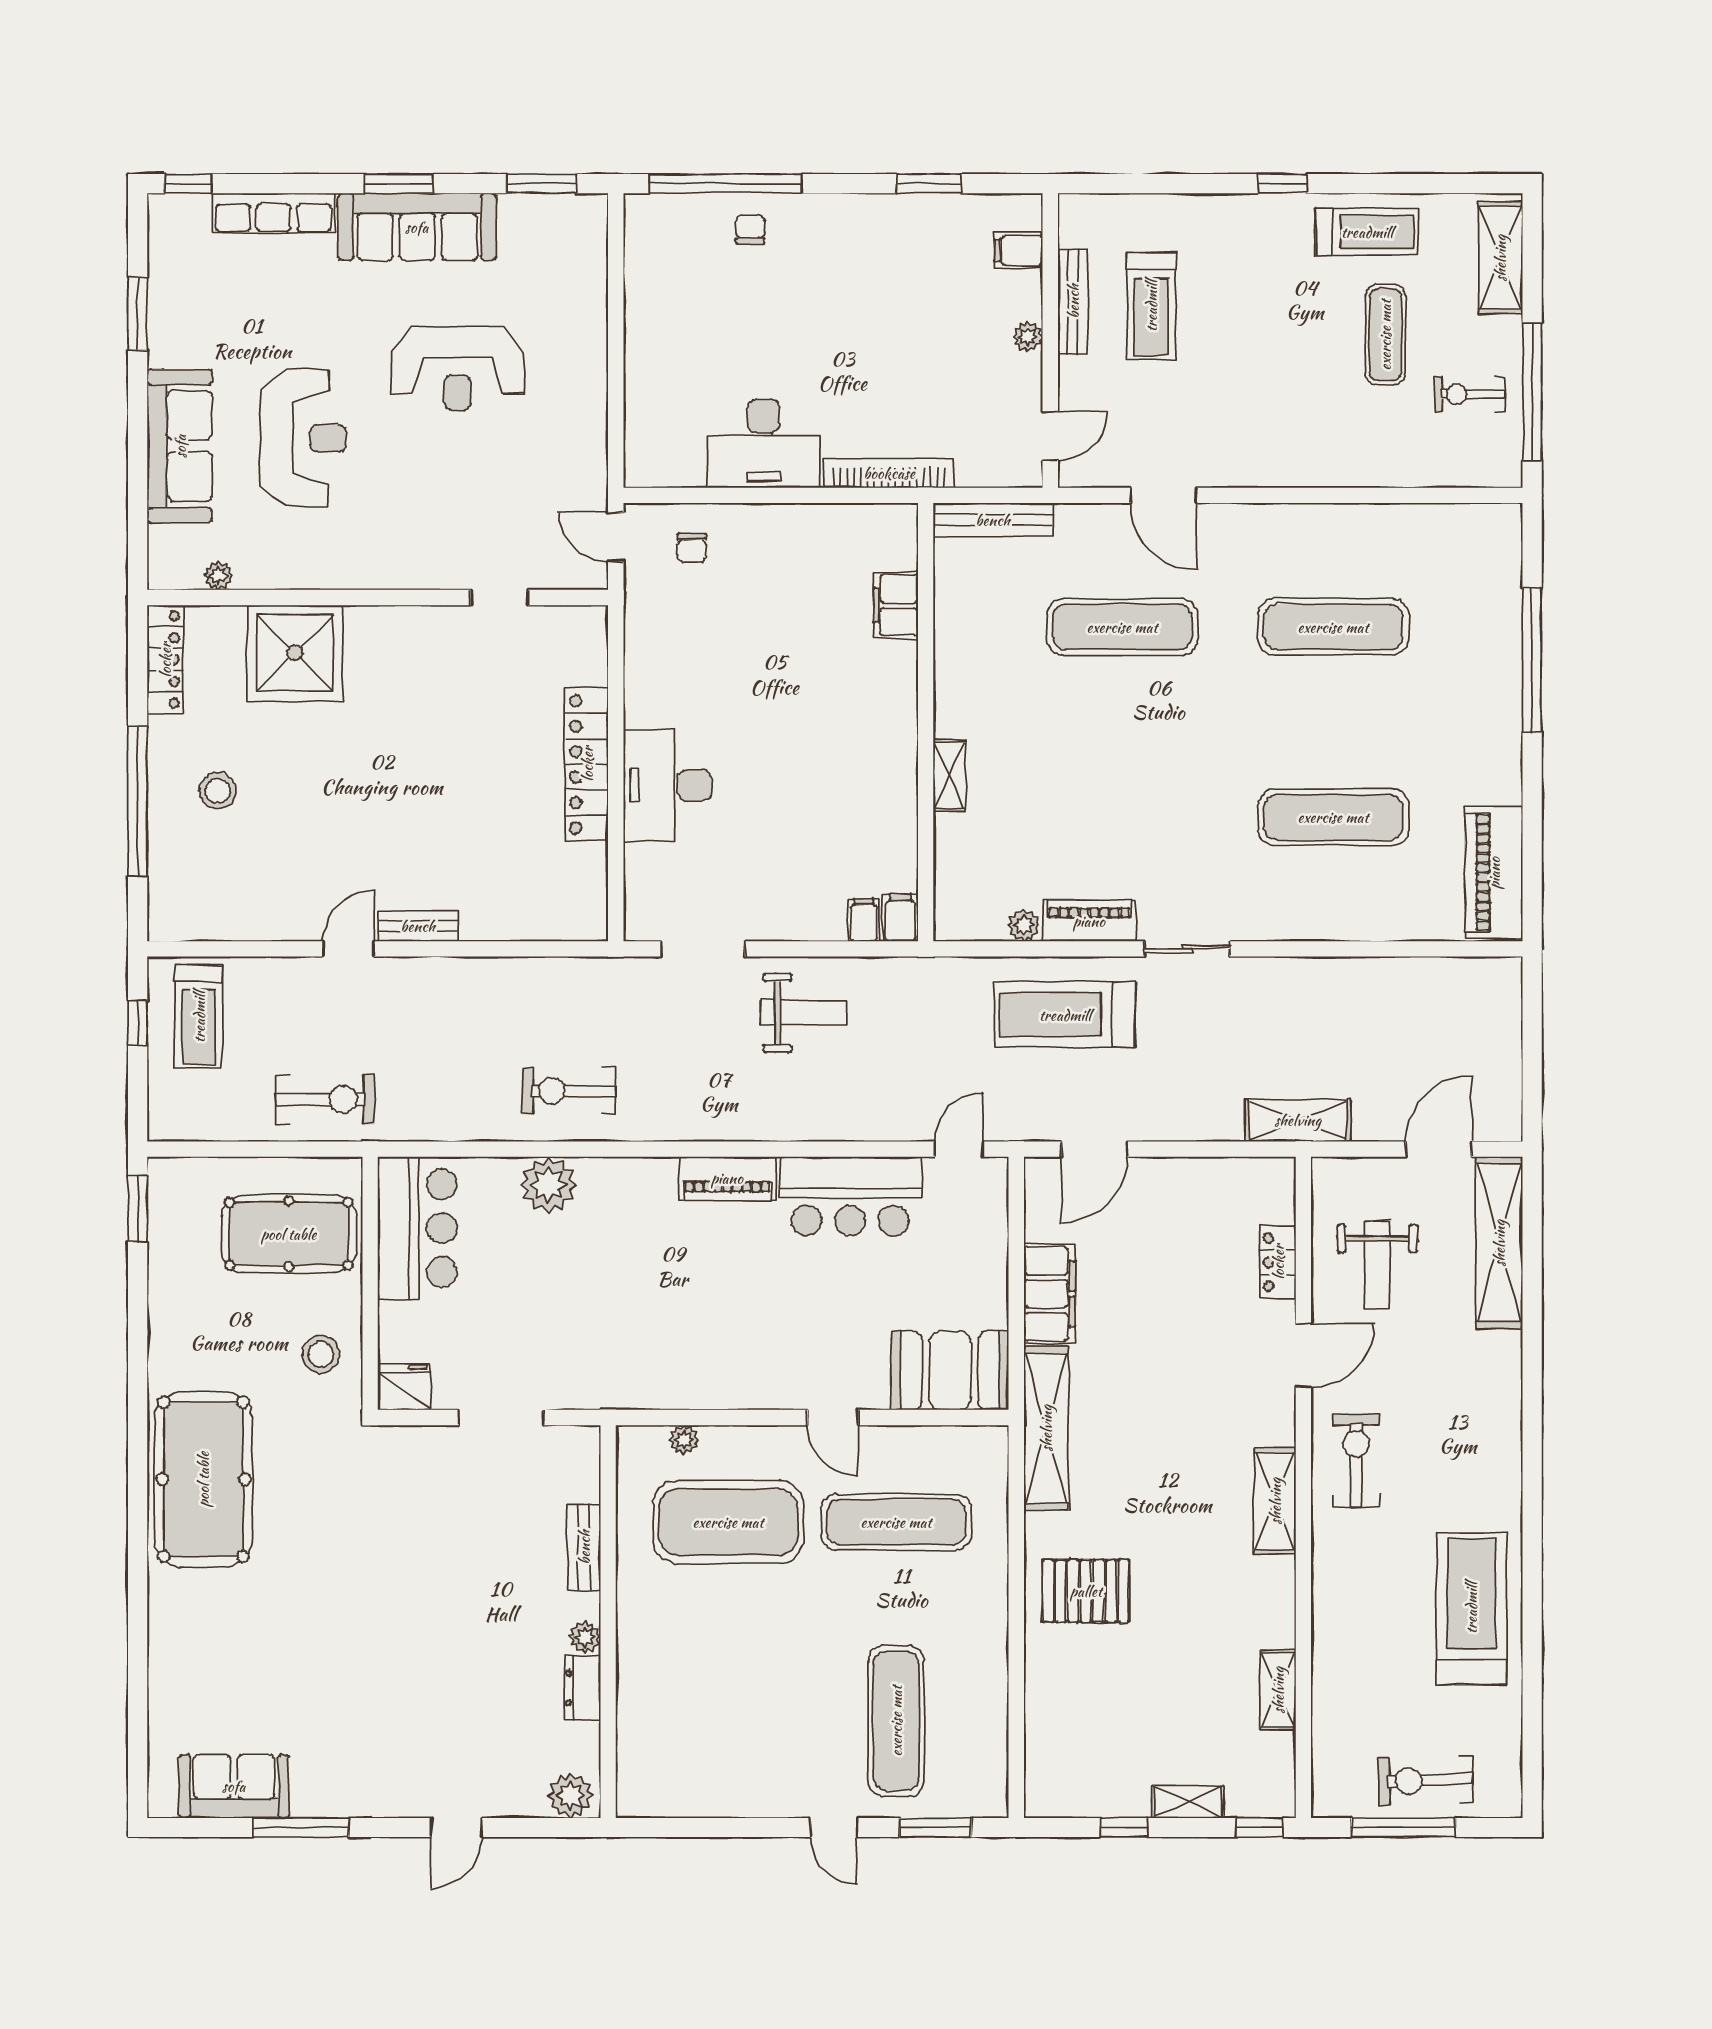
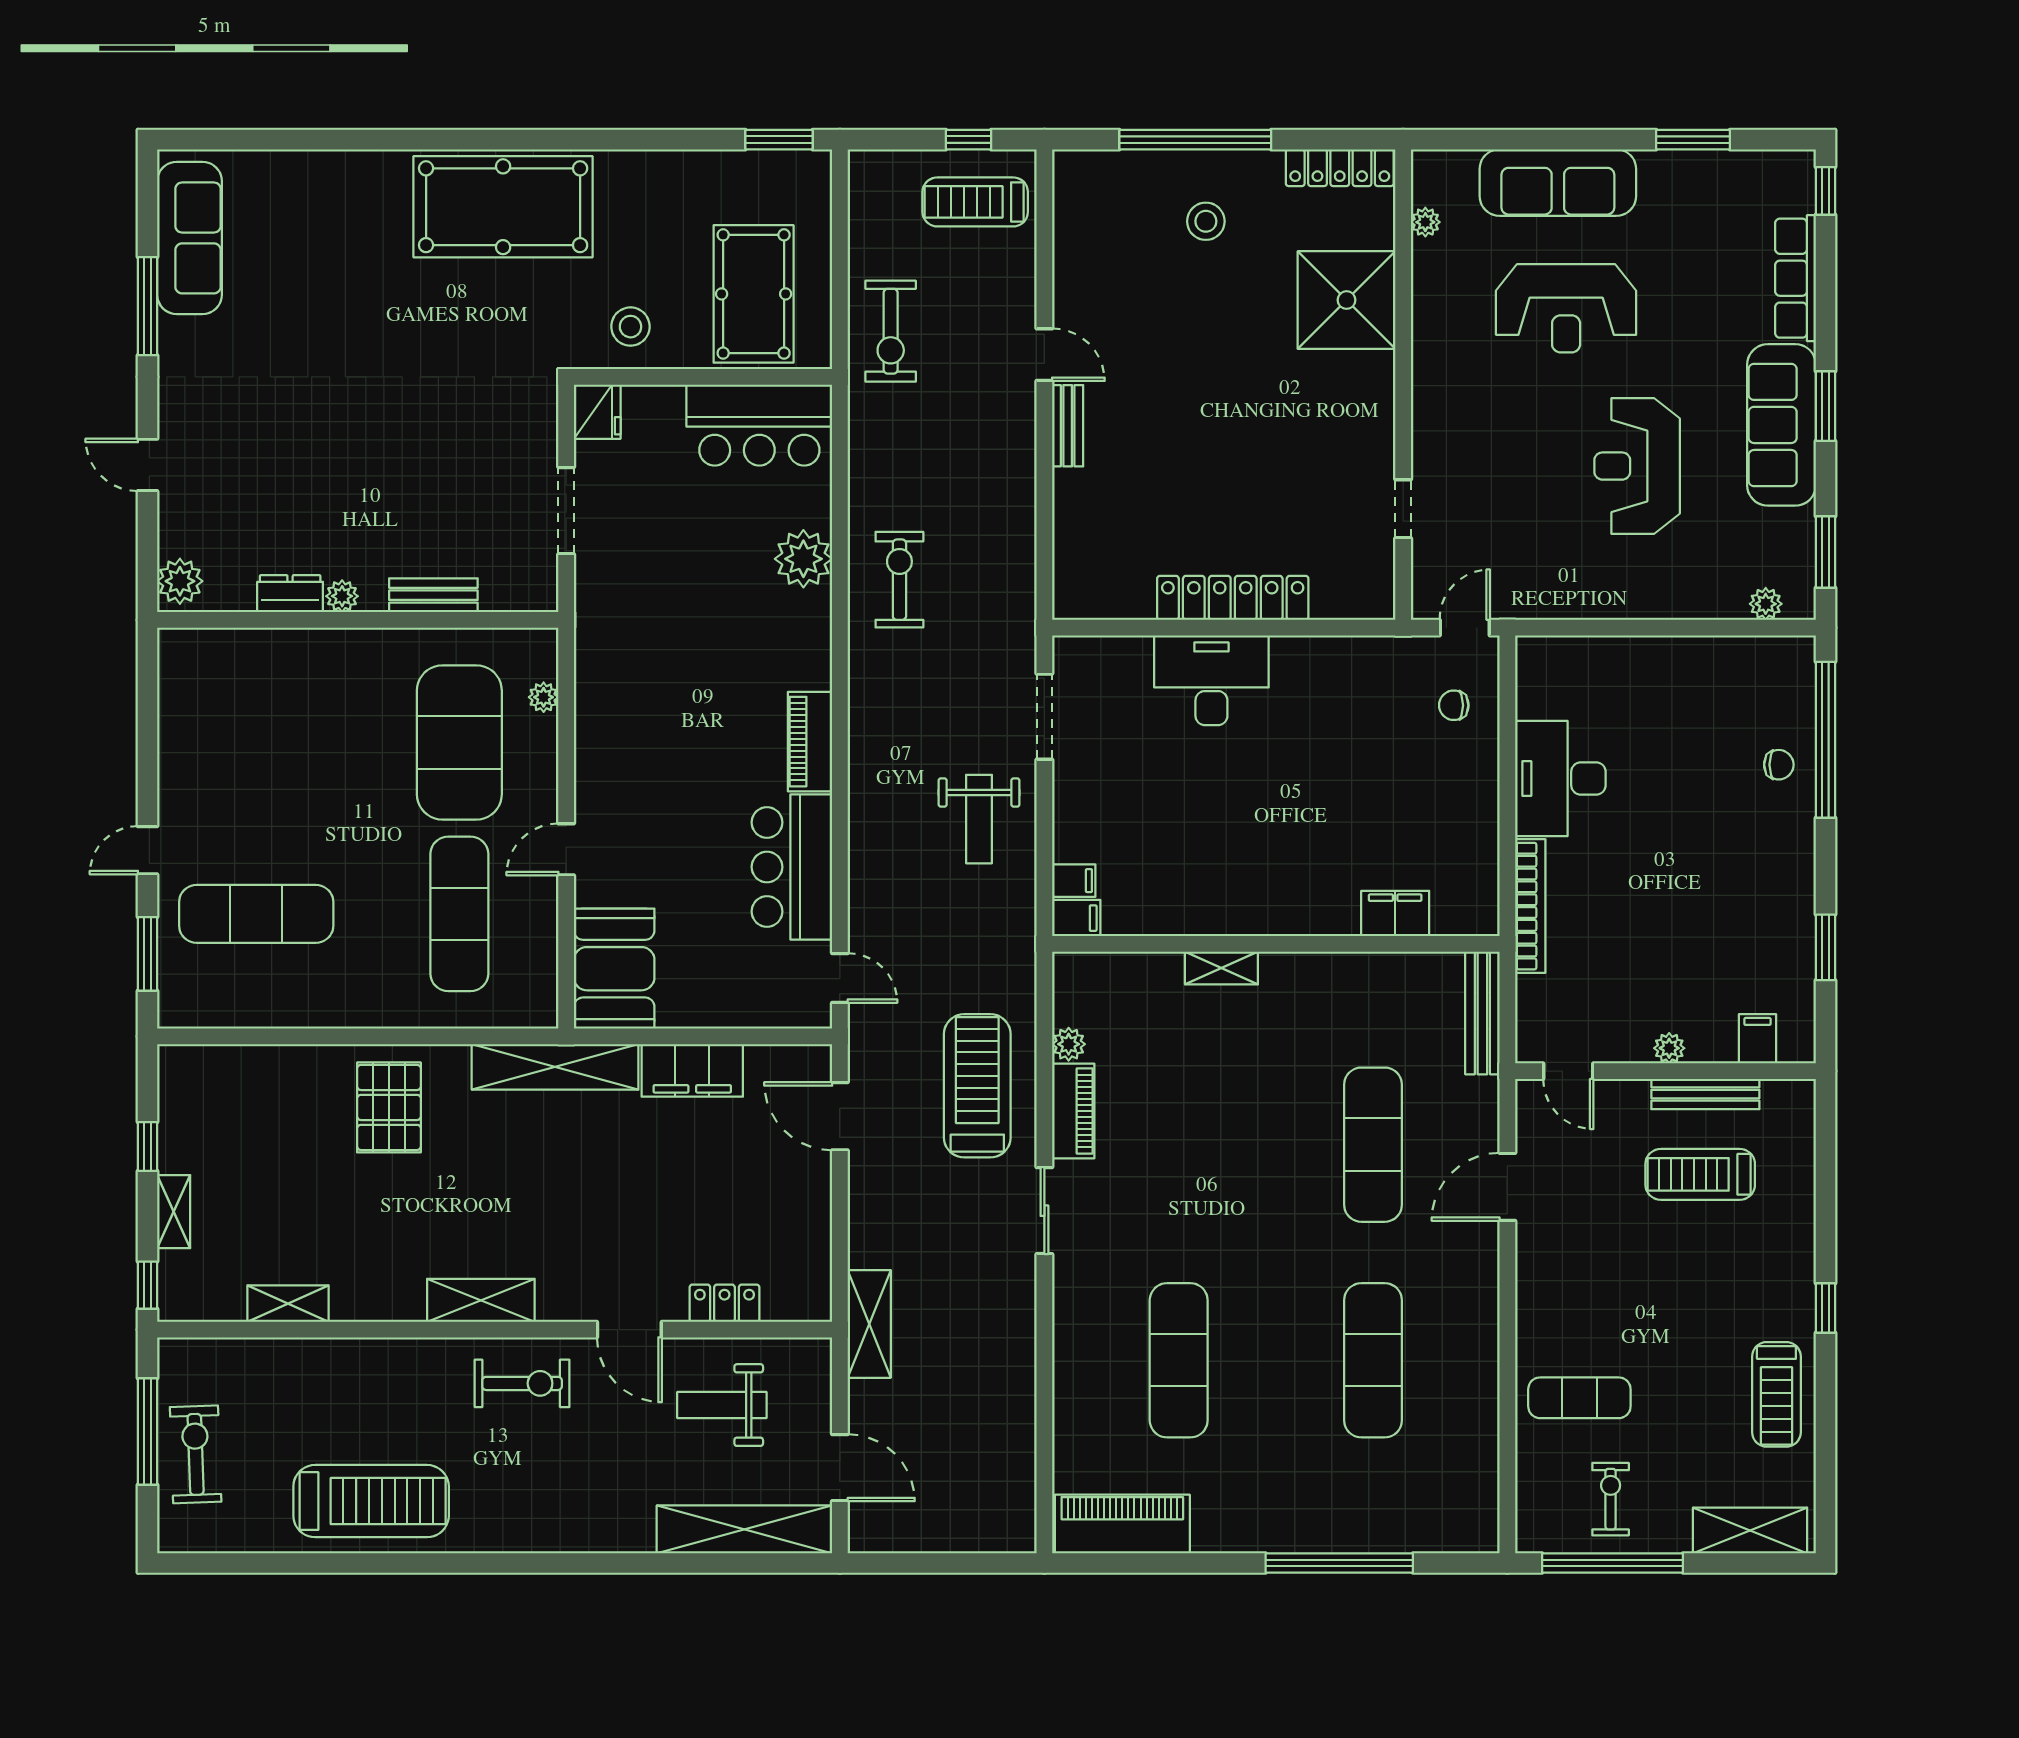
plant: (592, 242) -> (1766, 604), added
exercise mat: (1385, 335) -> (1579, 1398), moved
sofa: (234, 1786) -> (190, 238), width x1.36

